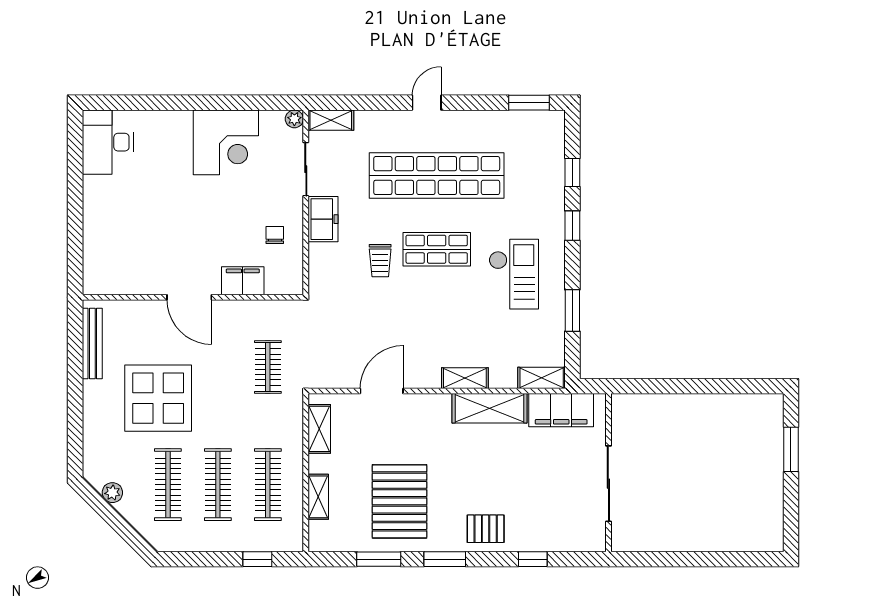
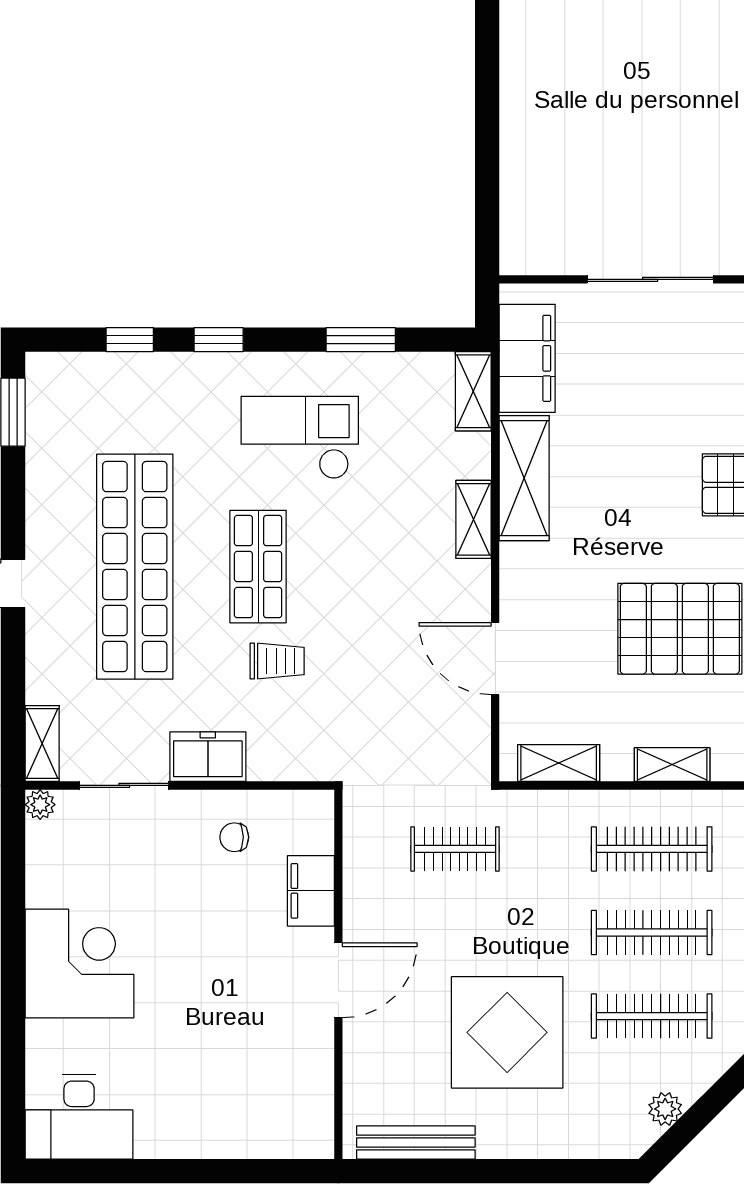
corner desk: (226, 142) -> (79, 963), moved

